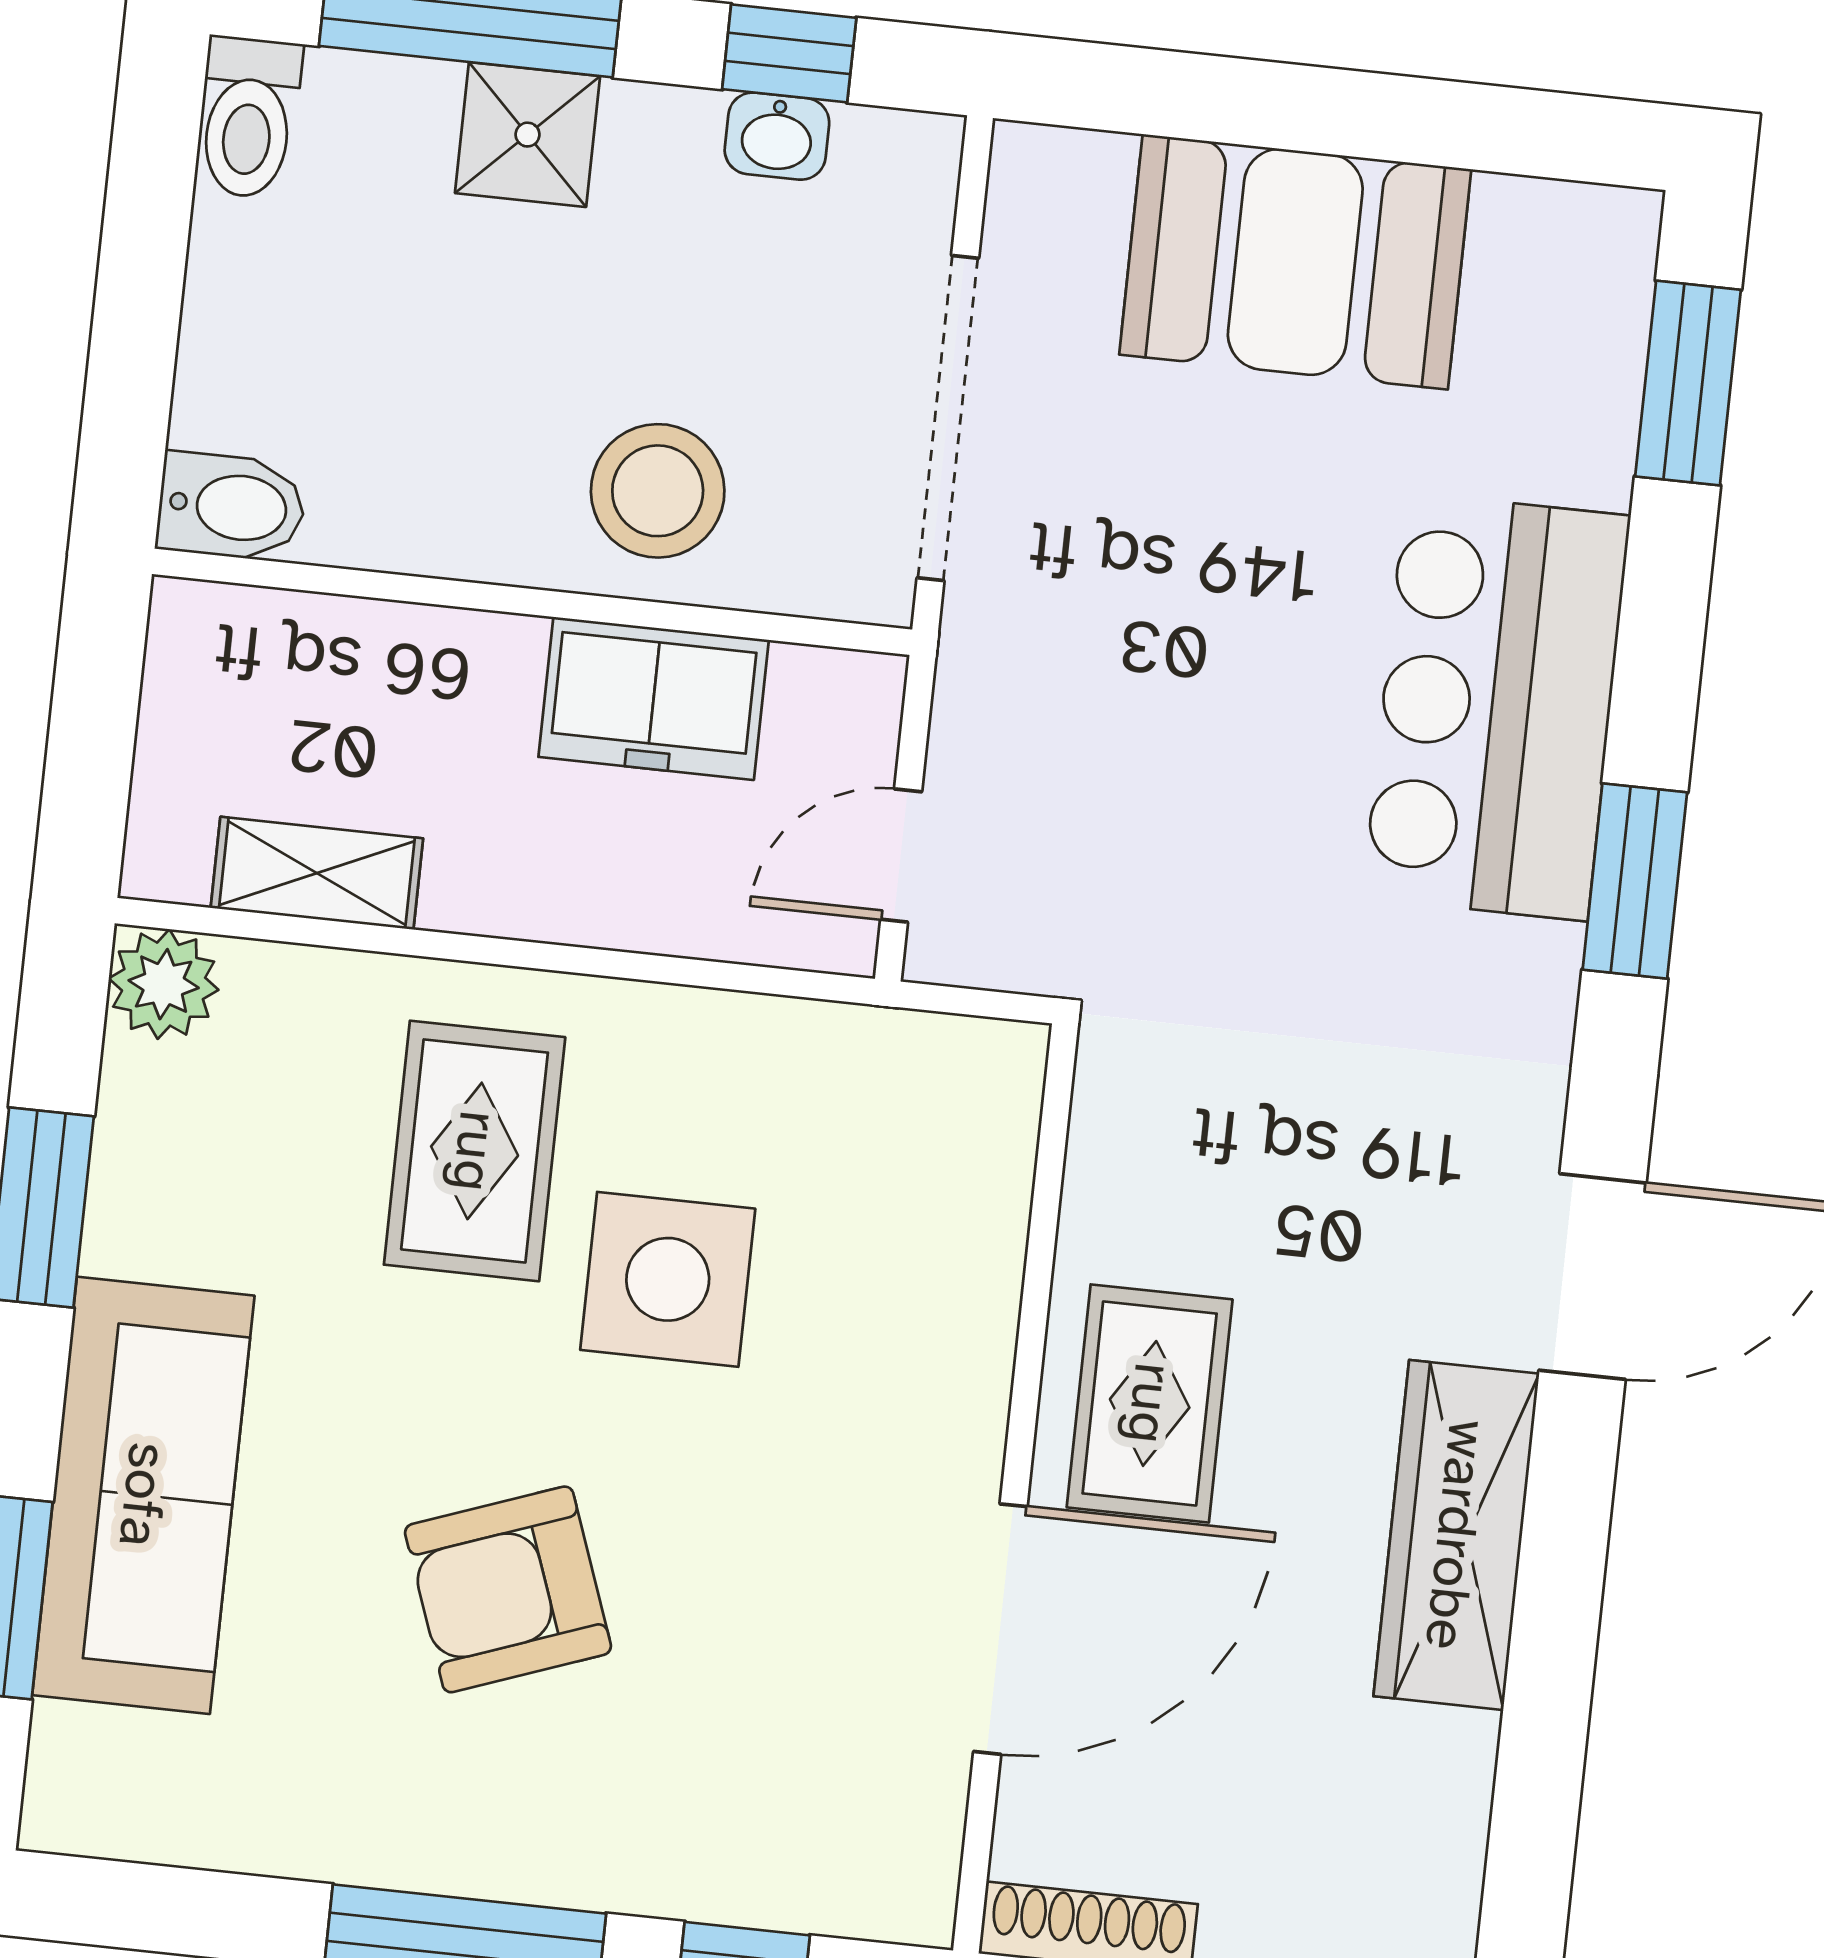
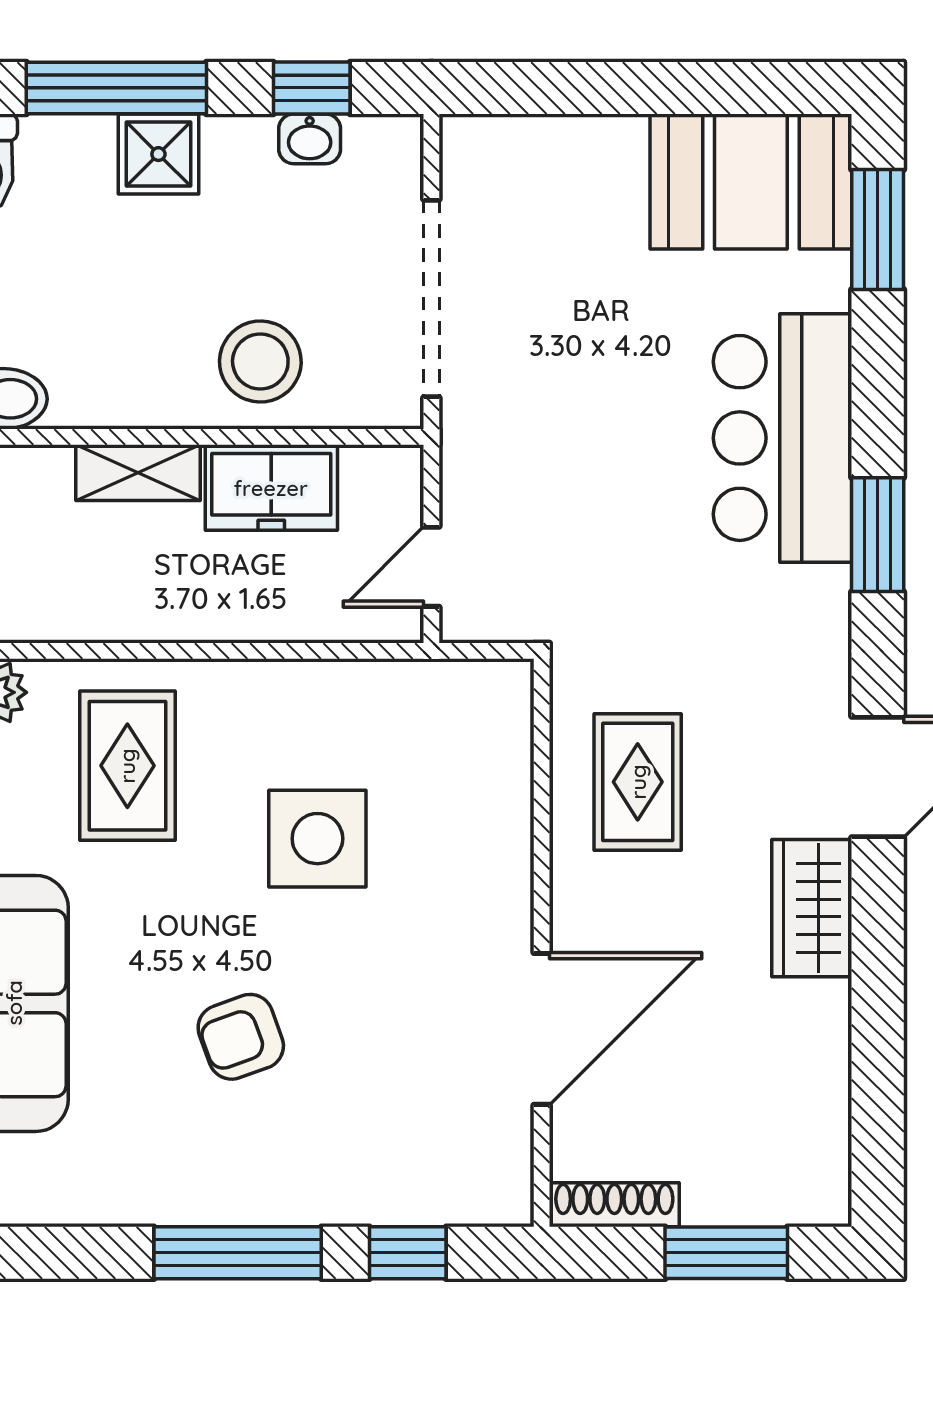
booth: (1295, 262) -> (751, 182), moved
shelving: (317, 873) -> (138, 473), moved
rug: (475, 1151) -> (127, 766), moved
rug: (1150, 1403) -> (638, 782), moved
wardrobe: (1456, 1535) -> (812, 908), width x0.67
armchair: (508, 1589) -> (241, 1037), width x0.72, depth x0.72

